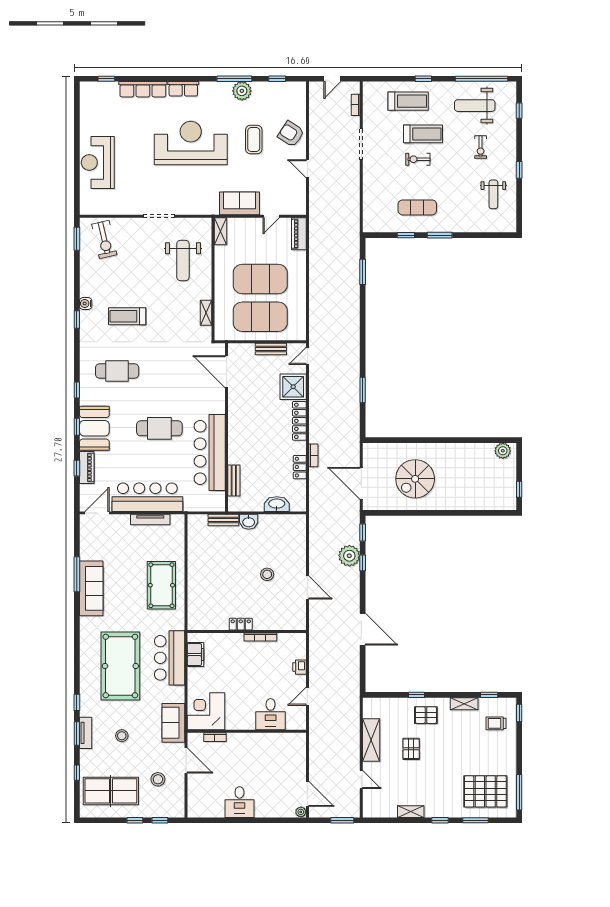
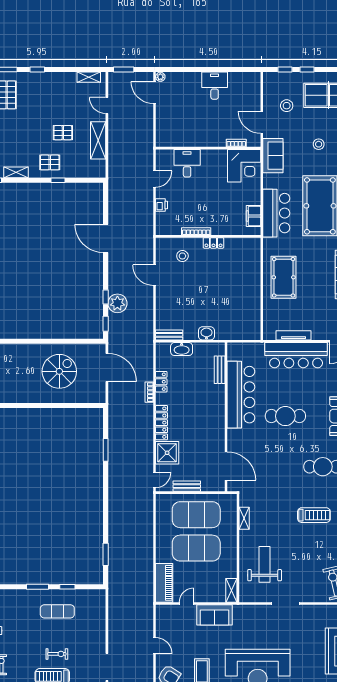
piano: (299, 234) -> (164, 583), width x1.37, depth x1.33
bench: (223, 520) -> (169, 335), moved
stool: (267, 574) -> (182, 256), moved
pallet: (411, 749) -> (63, 133), turned 90
shelving: (411, 812) -> (89, 77), moved

